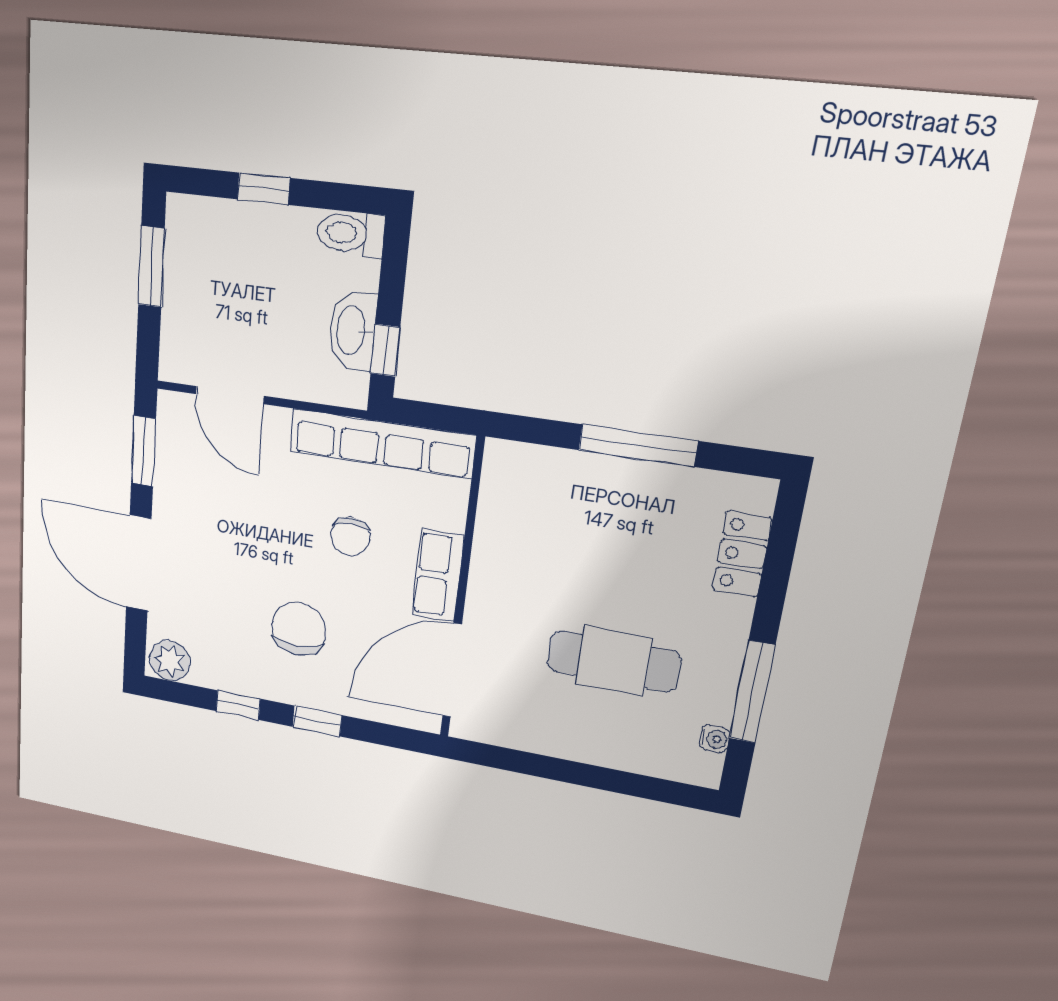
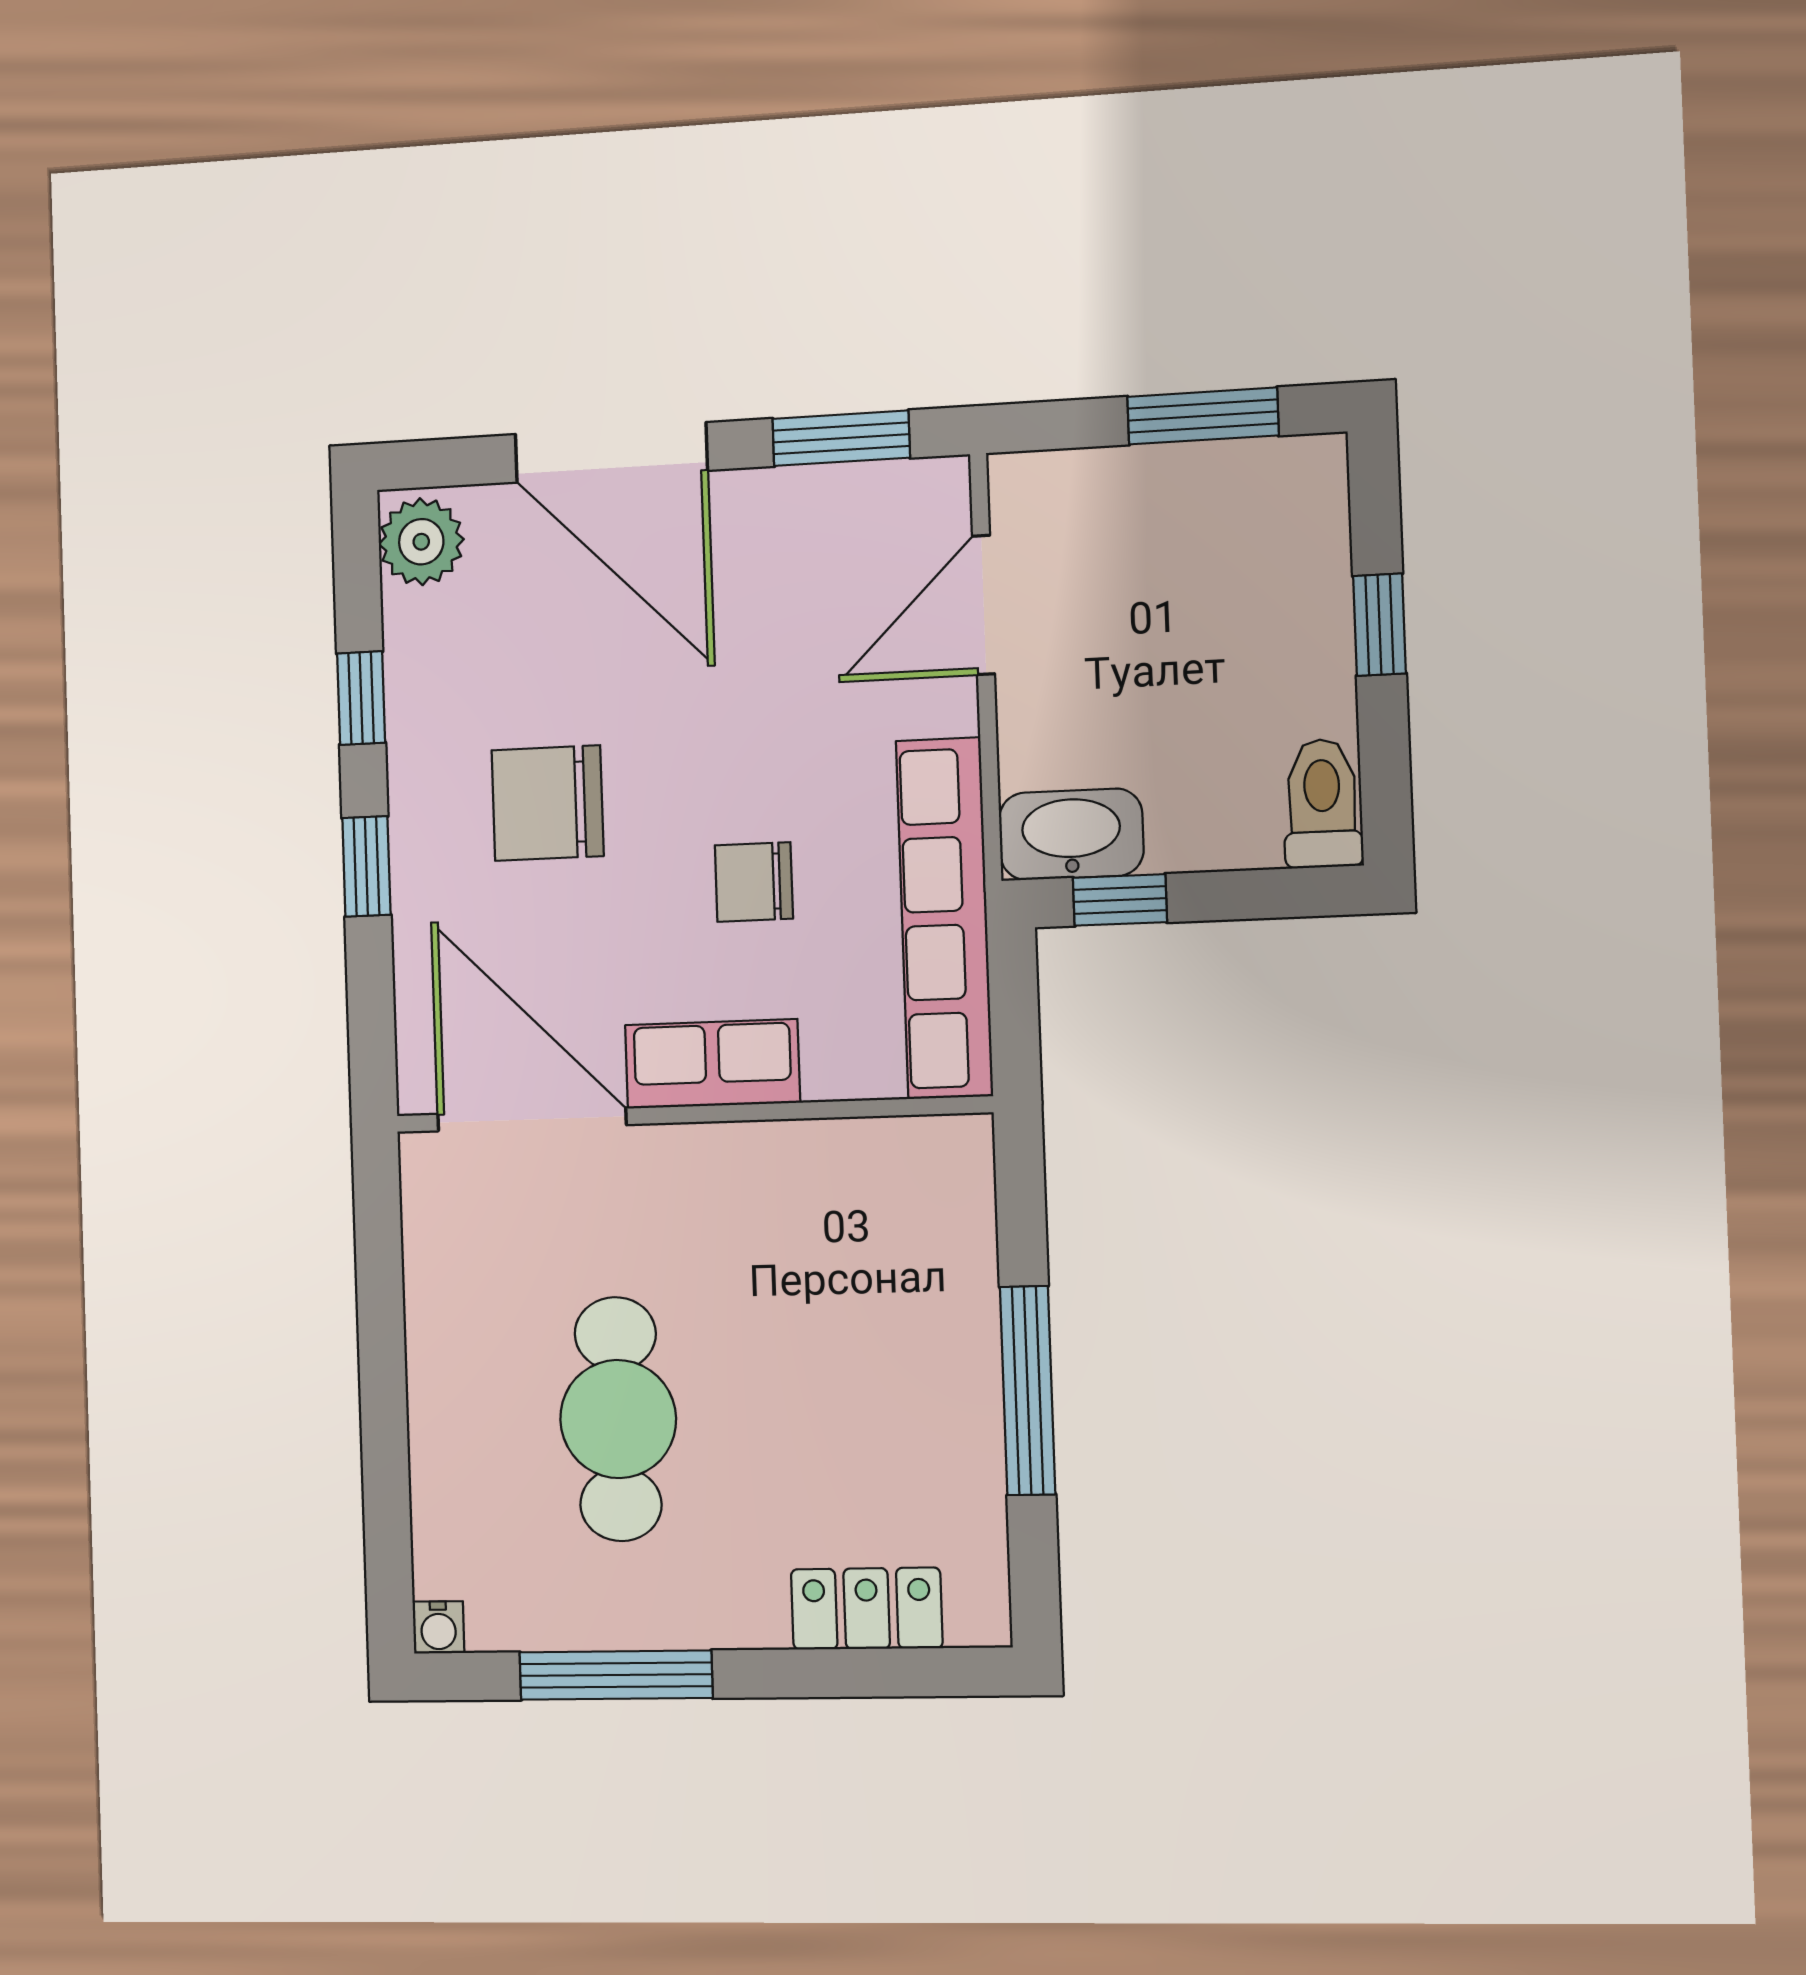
washbasin: (352, 330) -> (1071, 834), moved
door: (139, 563) -> (611, 452), swing flipped
chair: (299, 629) -> (548, 803), turned 180
water cooler: (714, 739) -> (438, 1627), moved

